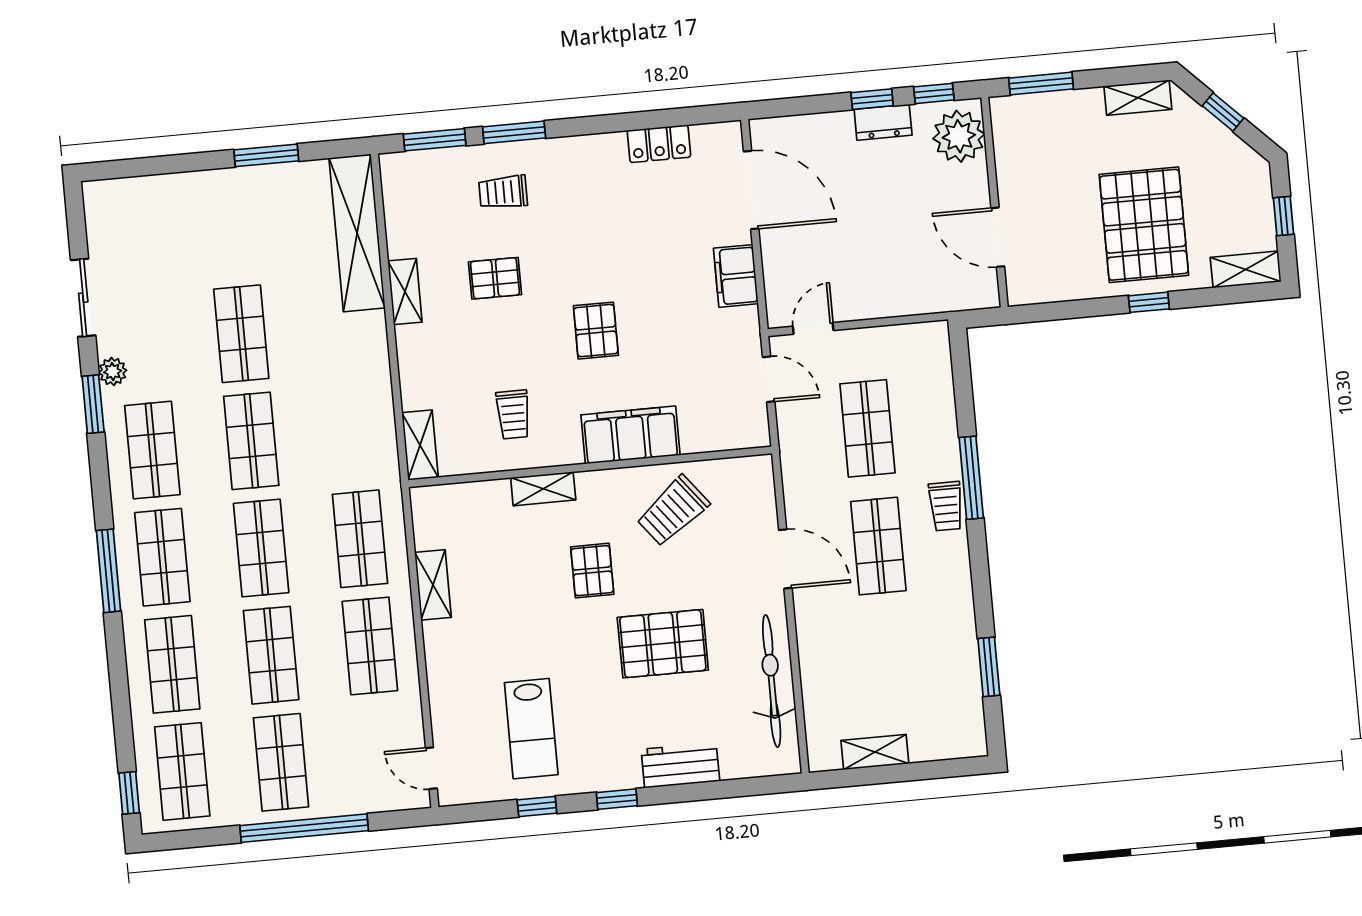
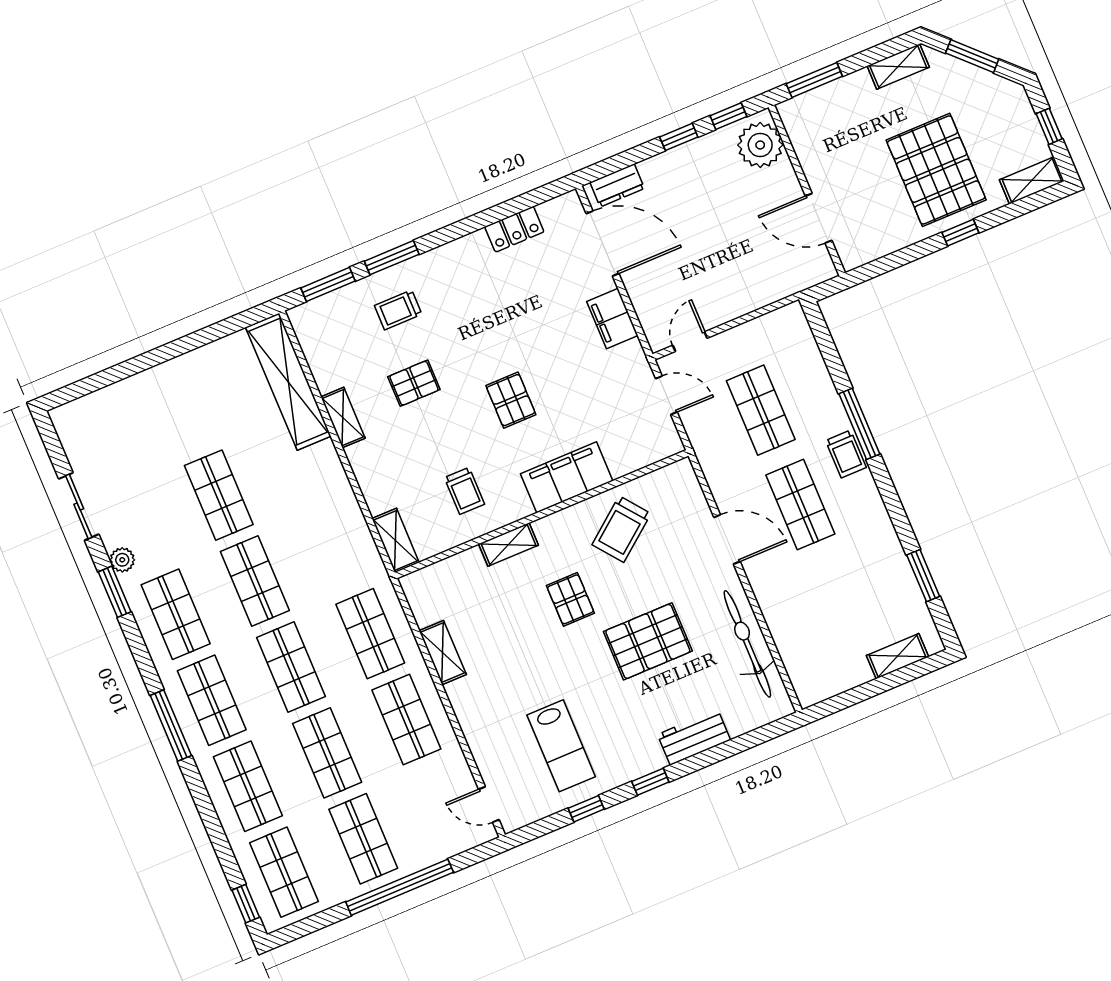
window: (1223, 112) -> (972, 56), width x1.50
dresser: (883, 122) -> (617, 185), moved
window: (266, 155) -> (193, 341), removed
shelving: (875, 752) -> (898, 656), moved

